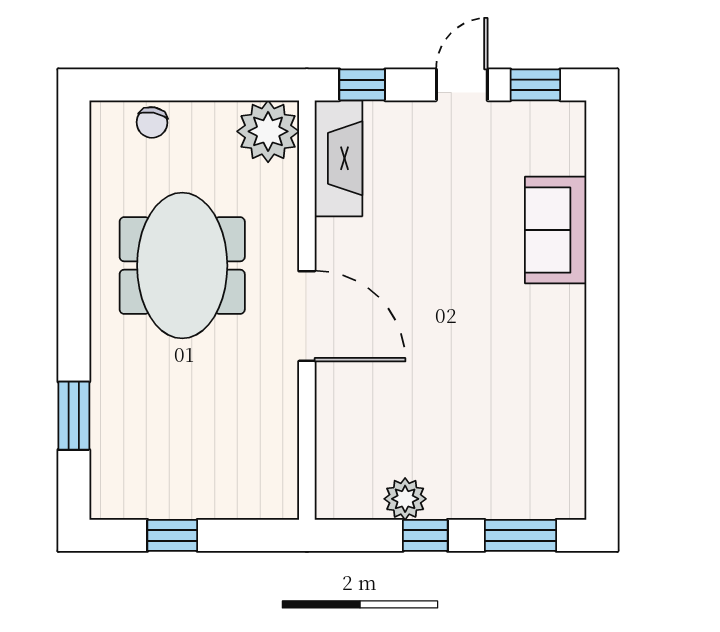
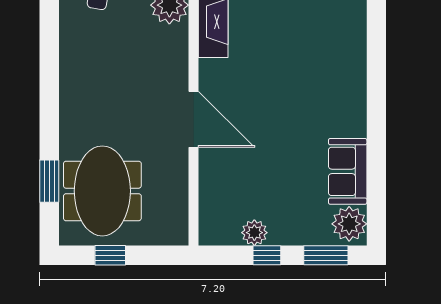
sofa: (556, 230) -> (348, 171), moved
meeting table: (182, 266) -> (102, 191), moved
plant: (558, 485) -> (349, 224), added

